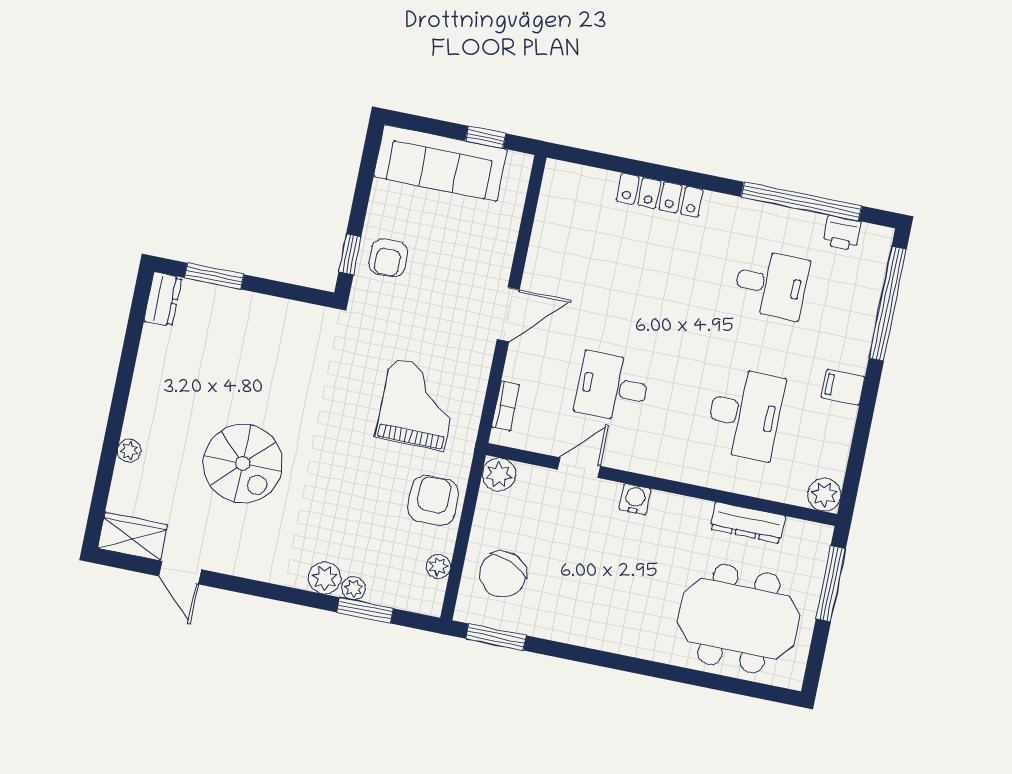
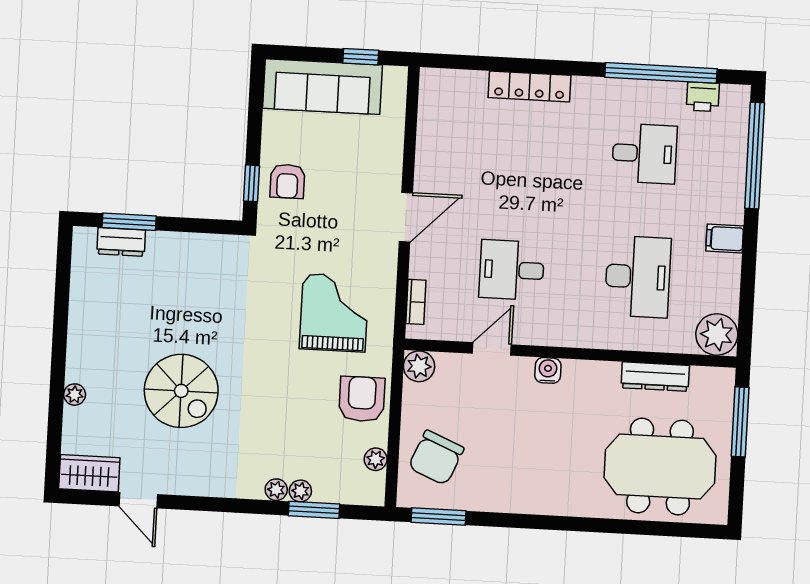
dresser: (163, 299) -> (121, 242), moved, turned 90
plant: (824, 495) -> (717, 334), width x1.36, depth x1.36
plant: (325, 578) -> (276, 490), width x0.73, depth x0.73

